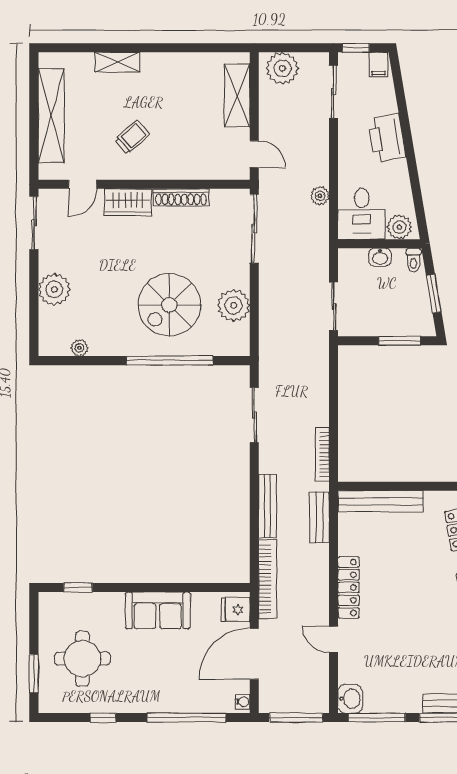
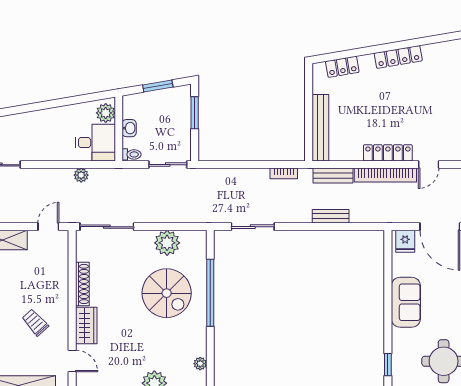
printer: (387, 138) -> (36, 123), removed
toilet: (414, 260) -> (132, 154), moved
bookcase: (322, 455) -> (284, 173), width x0.64
bench: (268, 506) -> (331, 216), width x0.73
bookcase: (268, 579) -> (385, 175), moved, turned 180

